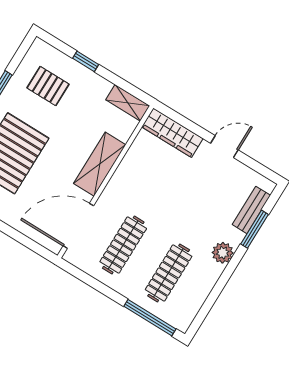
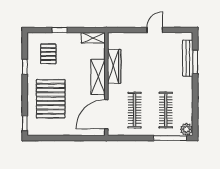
pallet: (48, 86) -> (48, 54), turned 90
wardrobe: (172, 133) -> (114, 66), moved, turned -90
bench: (251, 210) -> (188, 58), width x1.36
plant: (223, 253) -> (186, 129), moved

